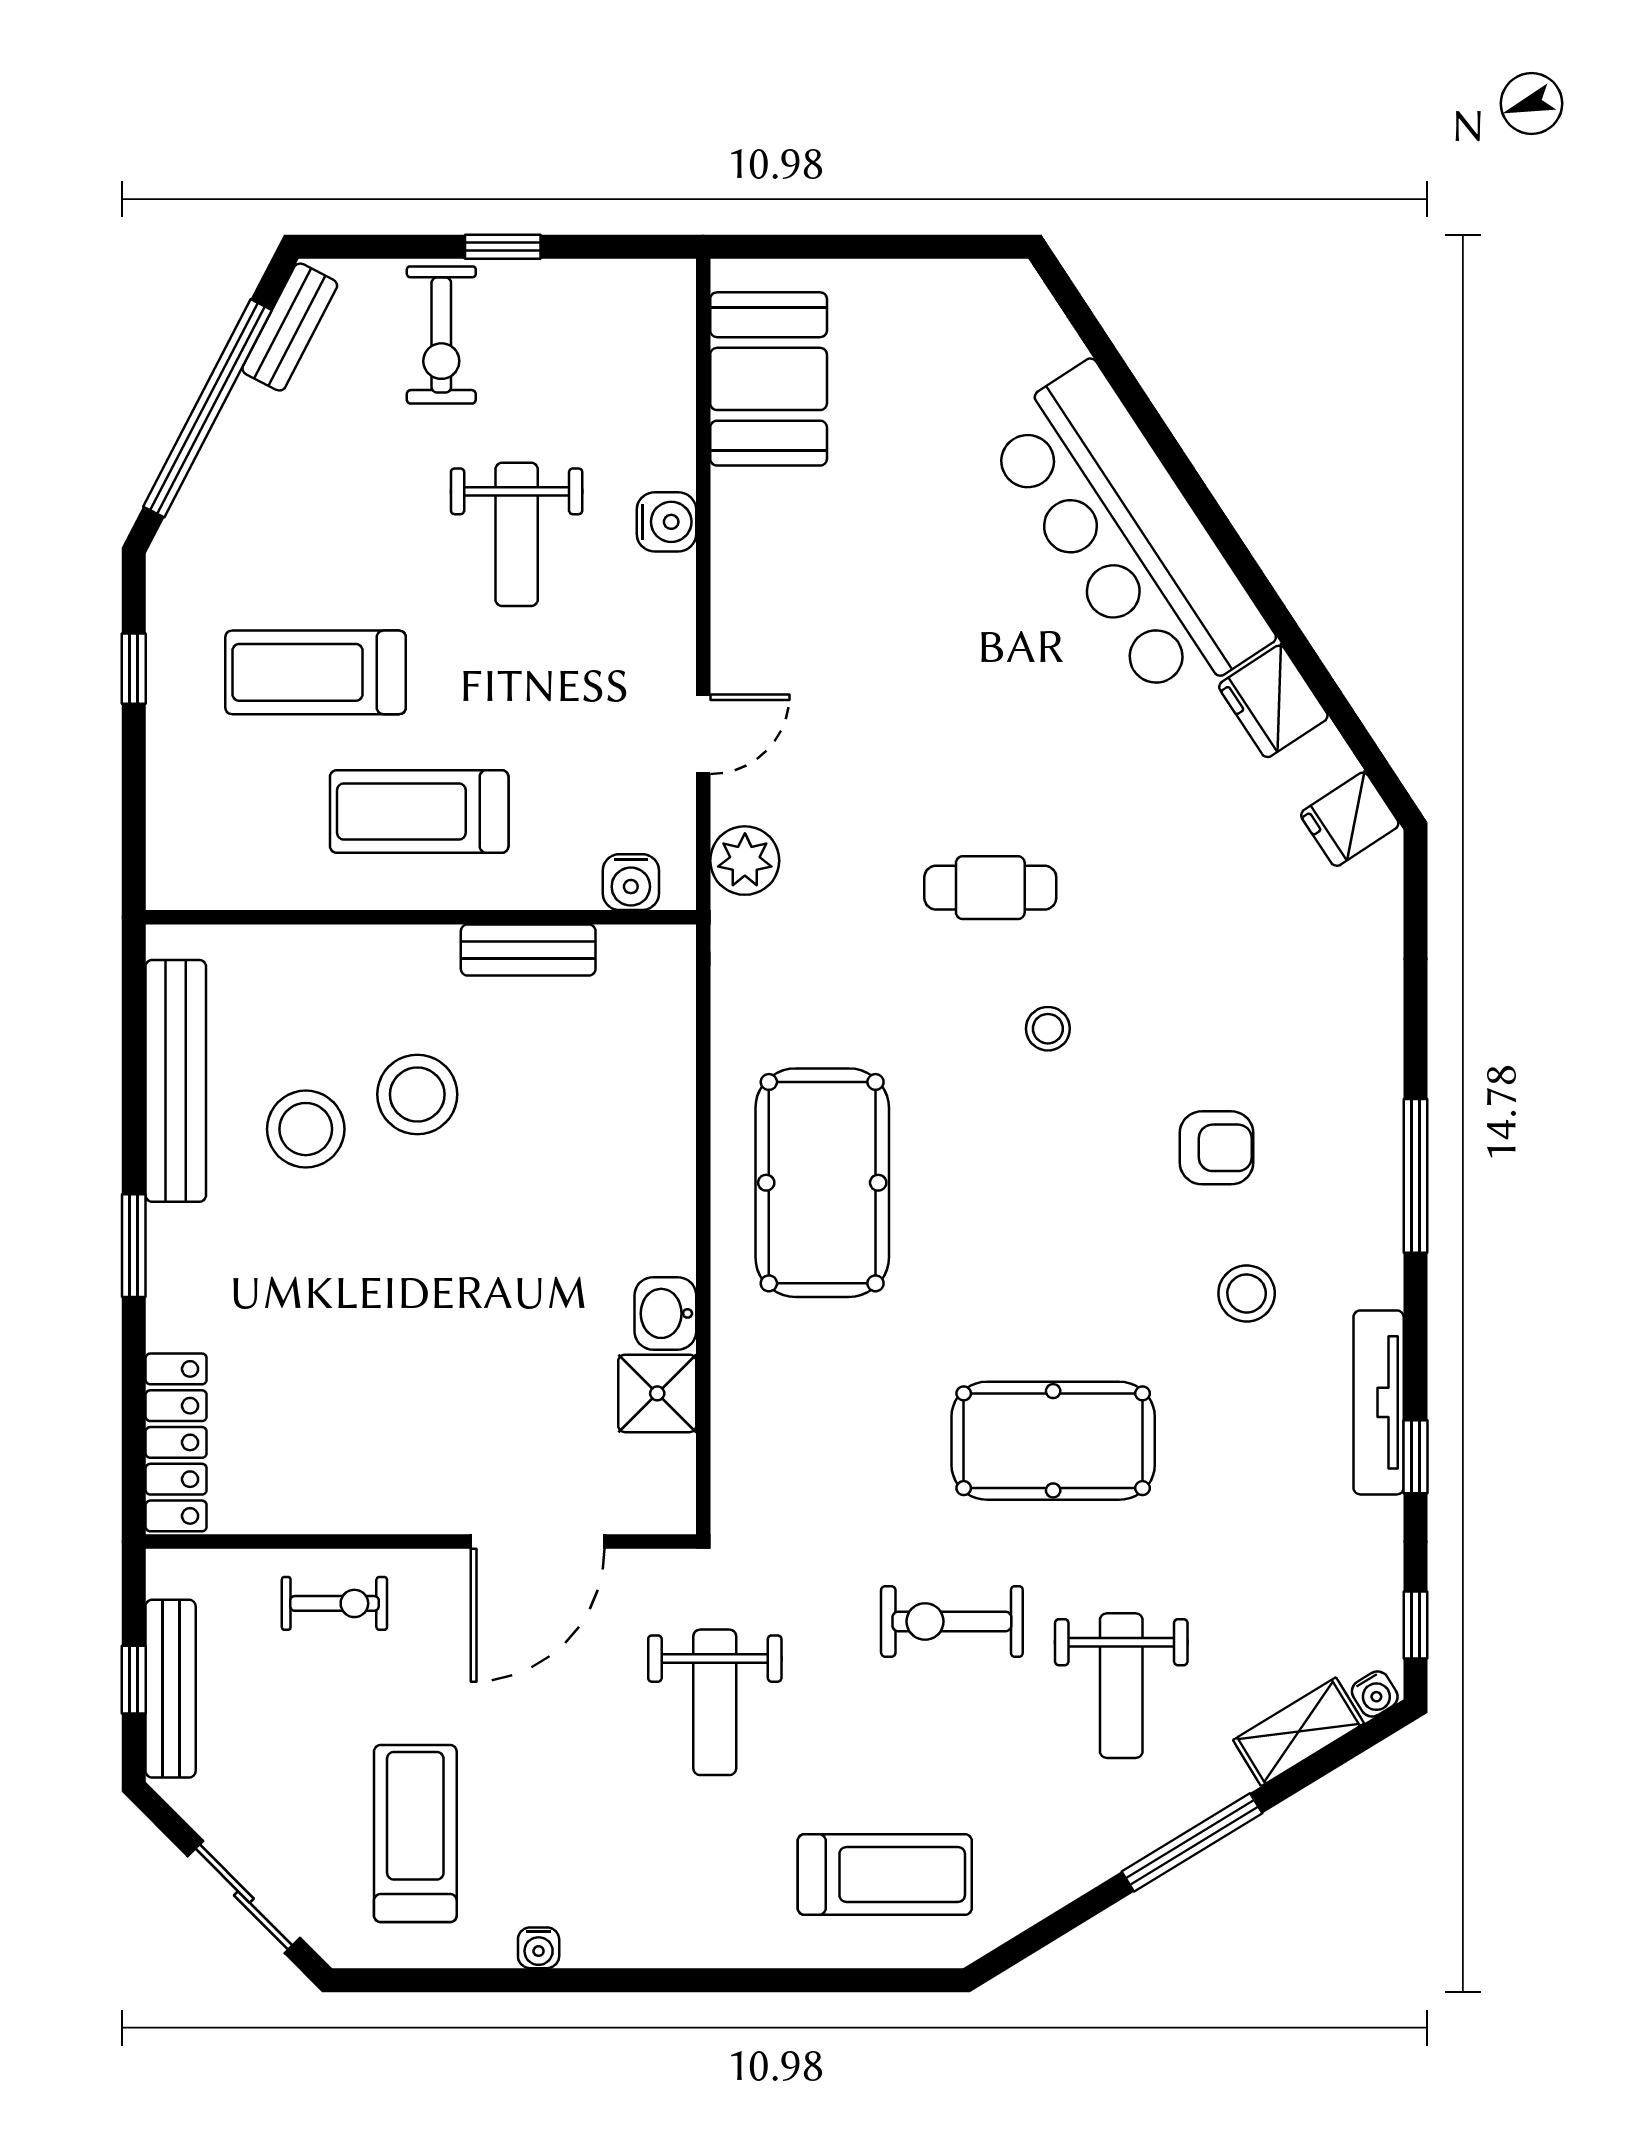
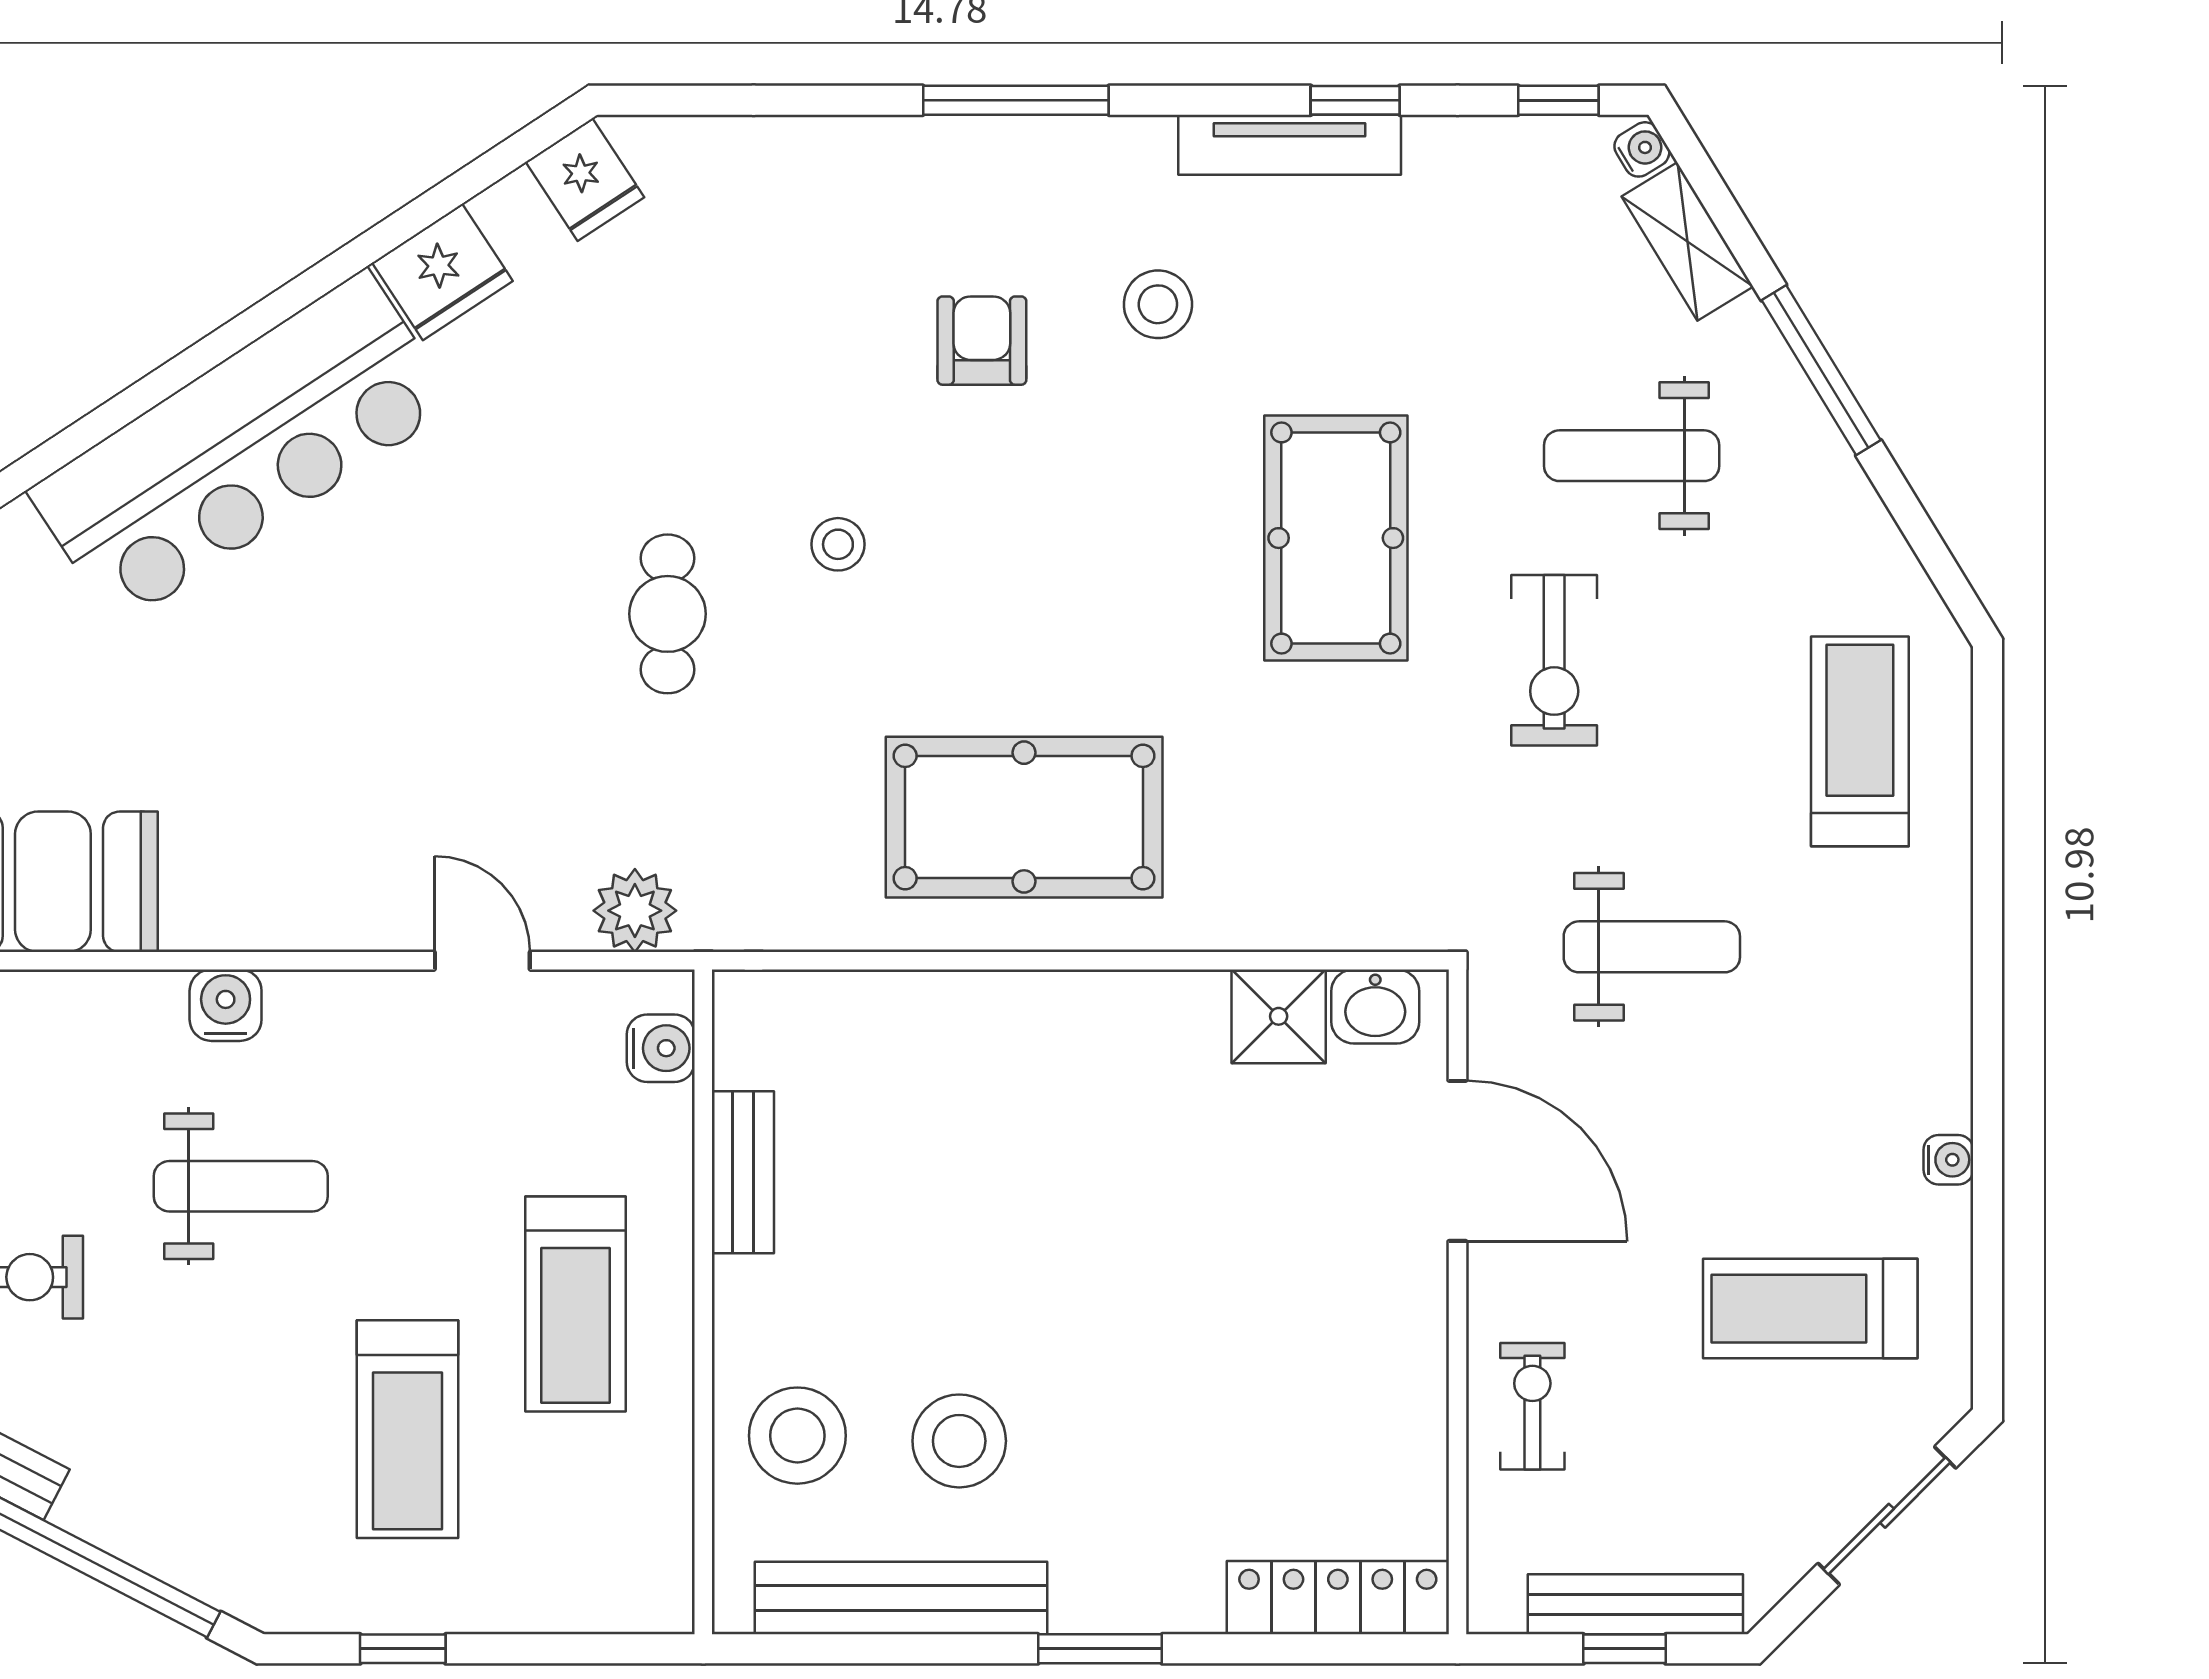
stool: (417, 1094) -> (797, 1436), moved
washbasin: (665, 1313) -> (1375, 1006), moved
weight bench: (1121, 1686) -> (1632, 456), turned 180

